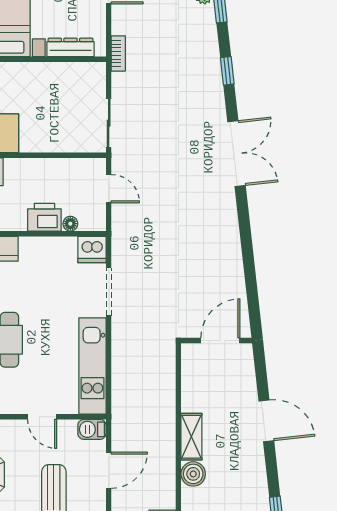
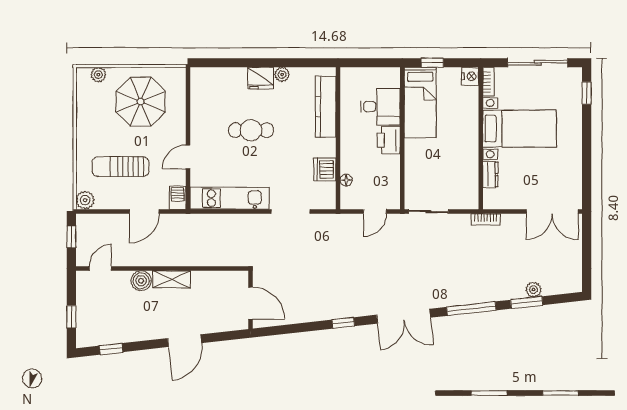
dresser: (71, 47) -> (490, 174), width x0.70
window: (227, 71) -> (471, 309), width x2.17
printer: (44, 217) -> (389, 140), moved, turned 180
window: (245, 227) -> (343, 323), added
dishwasher: (92, 249) -> (325, 169), moved
door: (109, 470) -> (144, 211), hinge flipped

